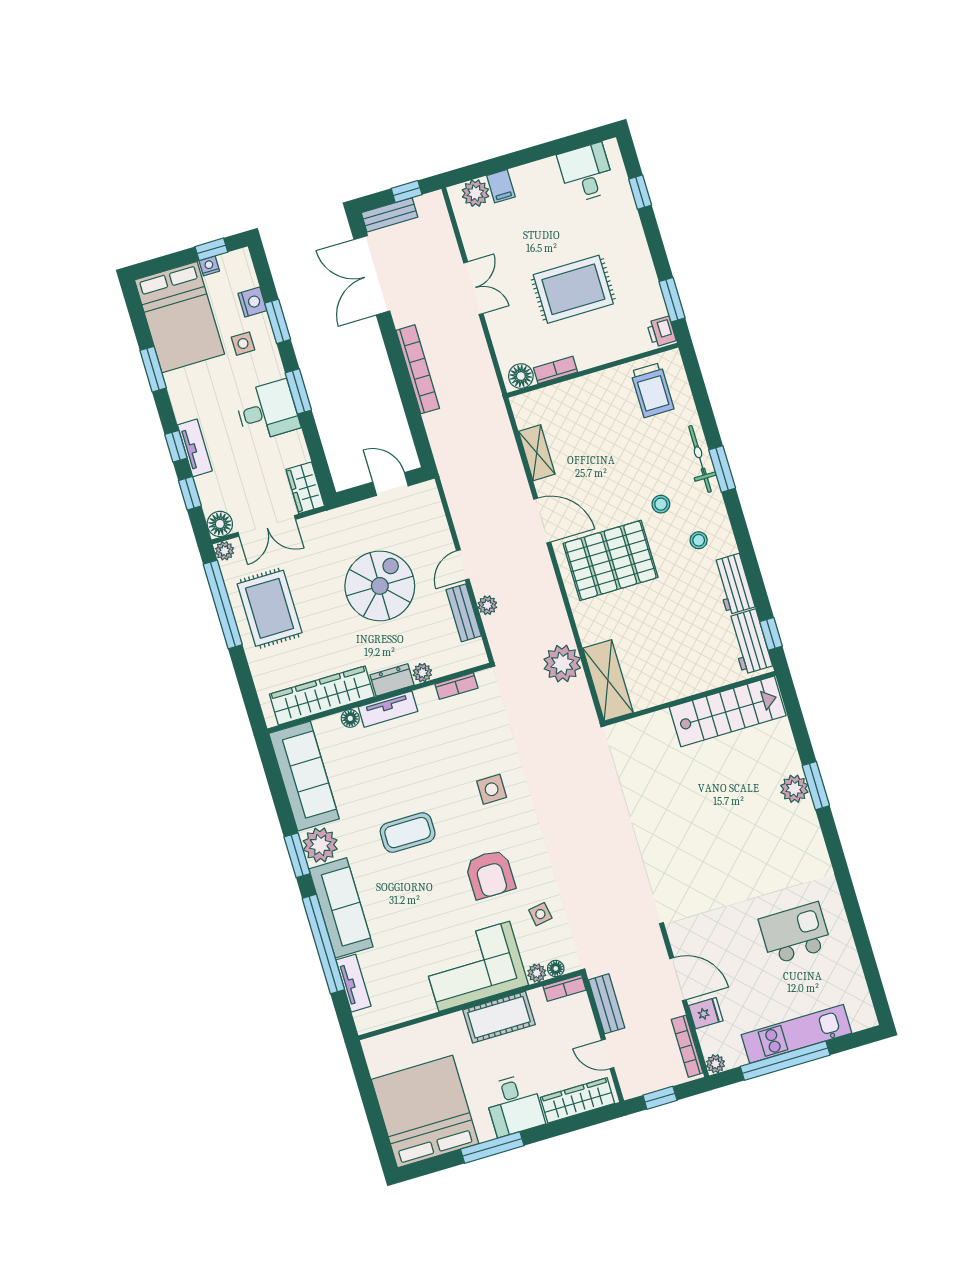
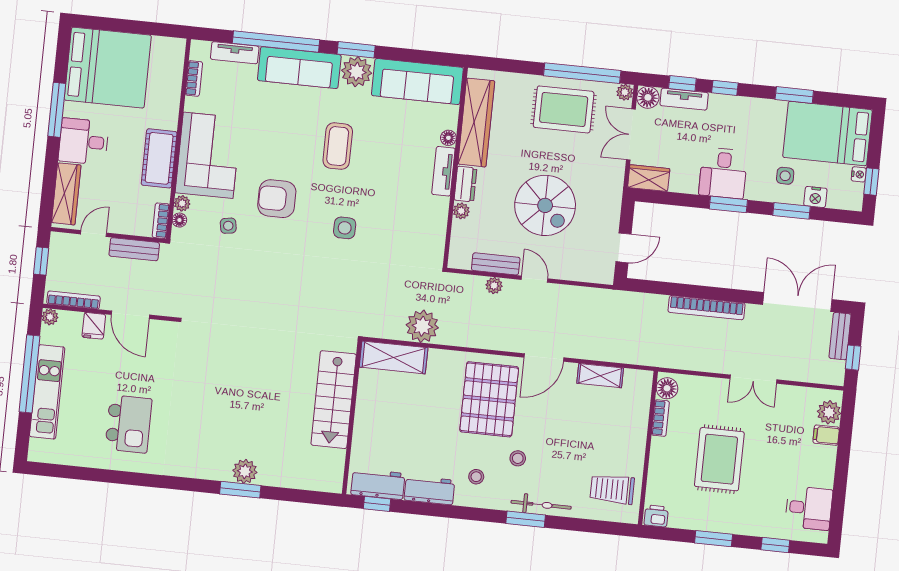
window: (672, 300) -> (714, 539), moved
tv unit: (195, 448) -> (684, 99), moved
bookcase: (456, 686) -> (194, 78), moved, turned 180
stairs: (728, 711) -> (334, 400), moved
door: (678, 979) -> (130, 315), hinge flipped

